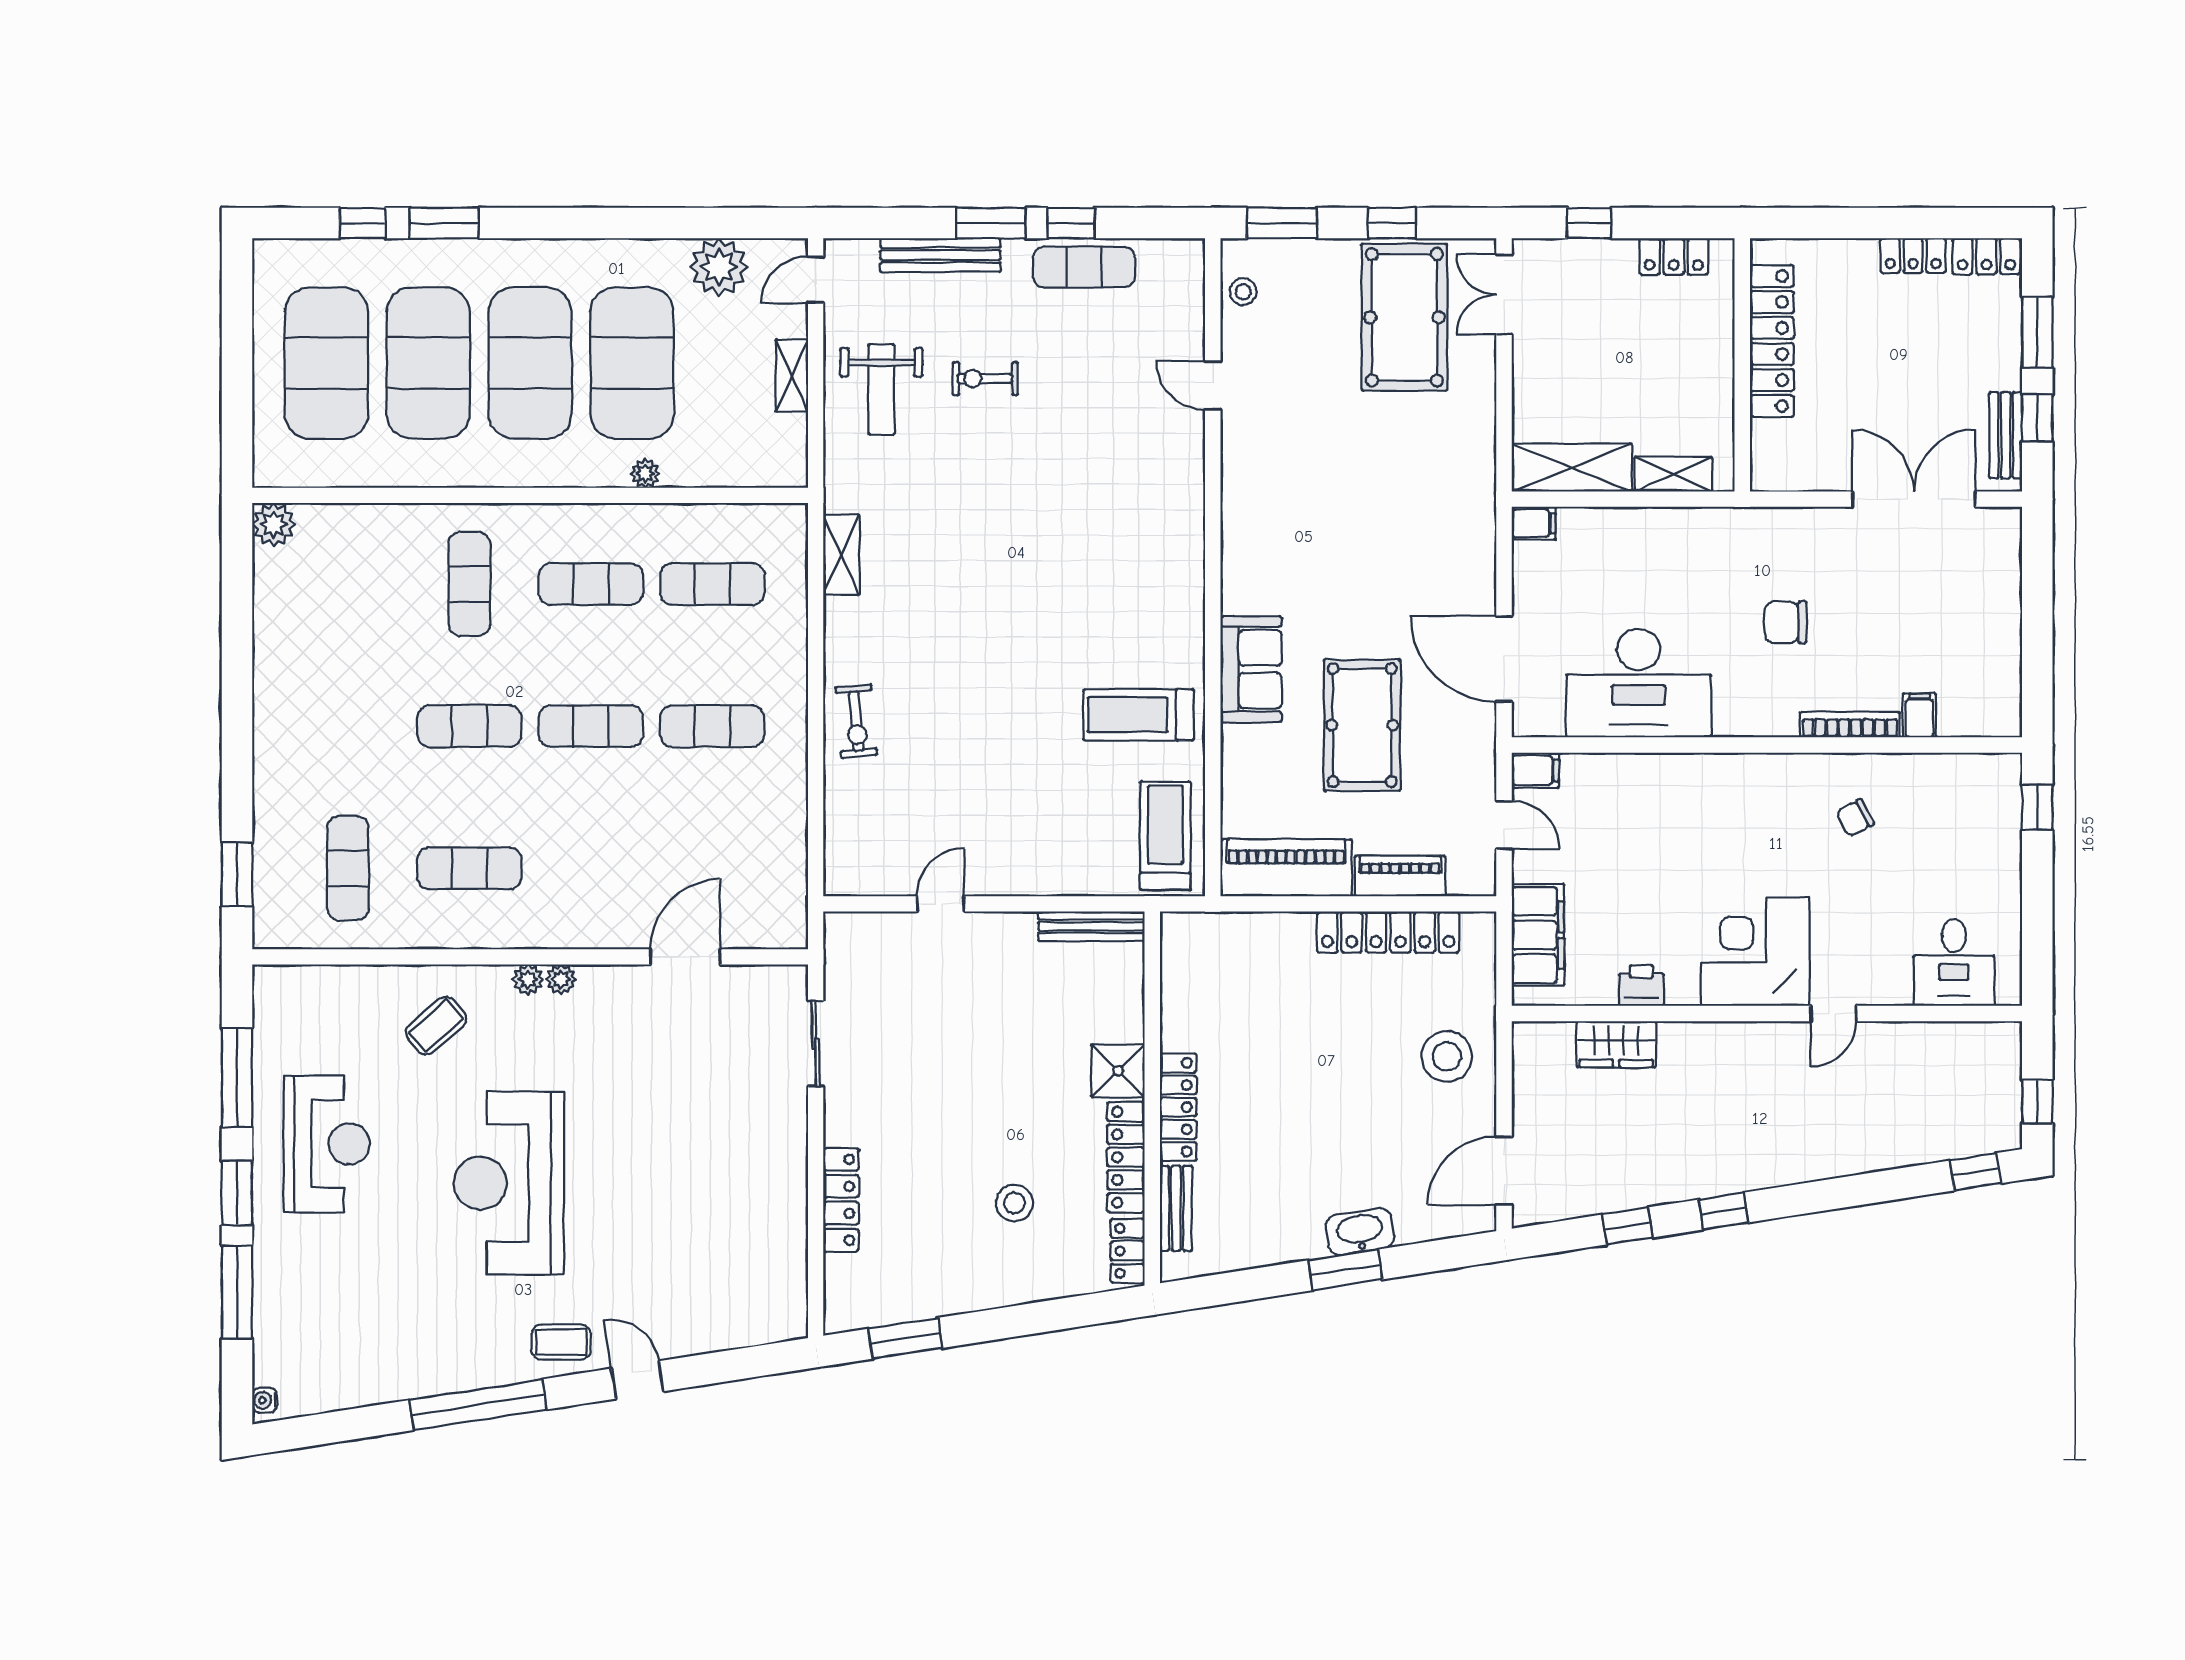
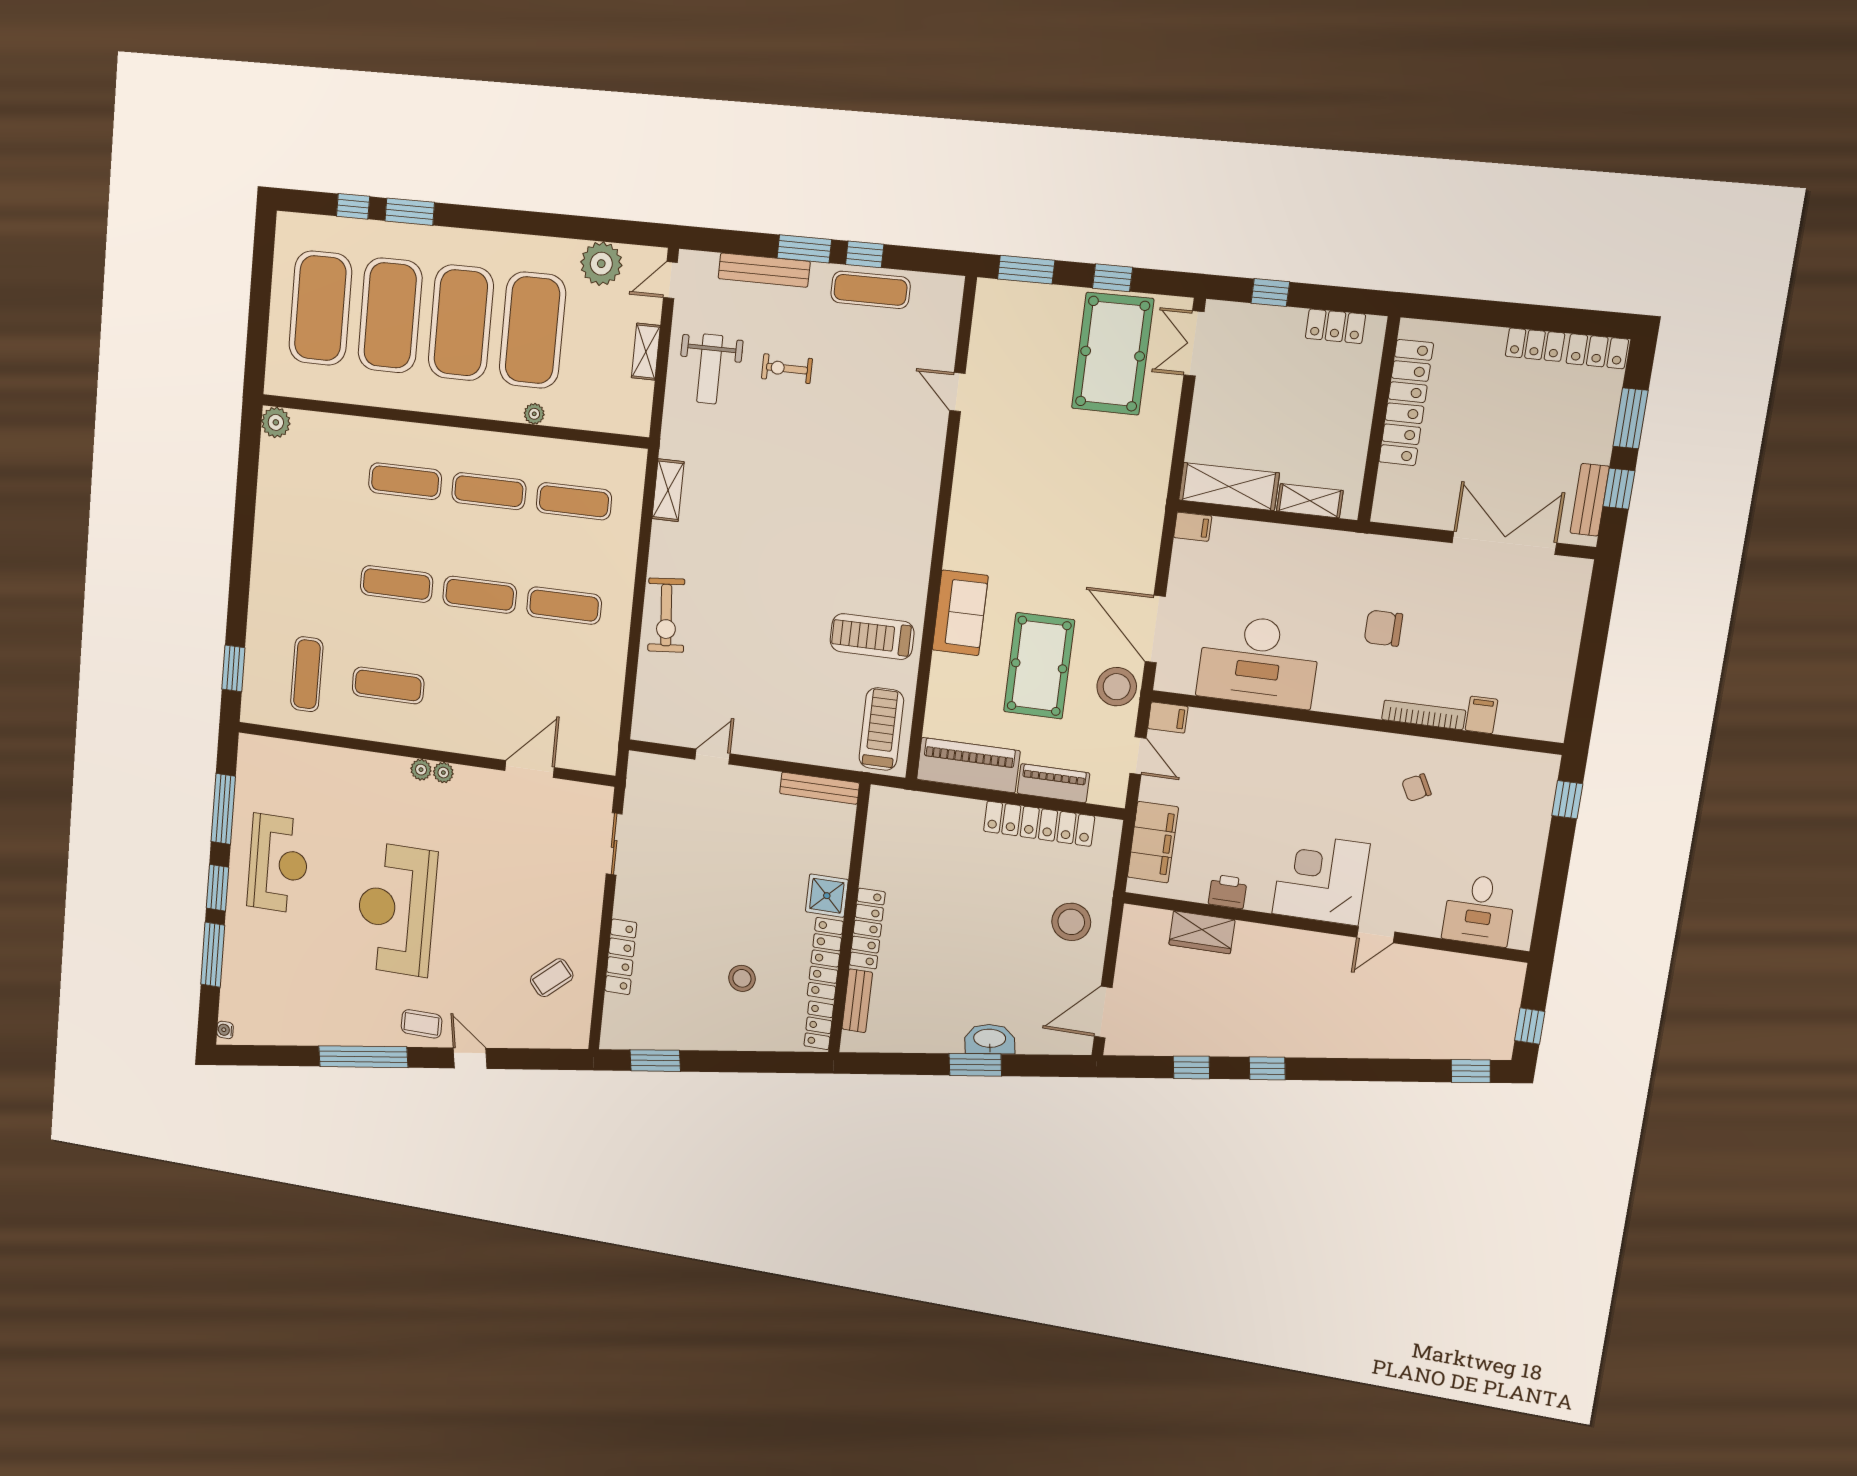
stool: (1243, 292) -> (1117, 687), moved, width x1.89, depth x1.89
exercise mat: (469, 584) -> (405, 481), turned 90
exercise bike: (856, 721) -> (666, 615), width x1.38, depth x1.39
coffee table: (436, 1026) -> (552, 978), moved

